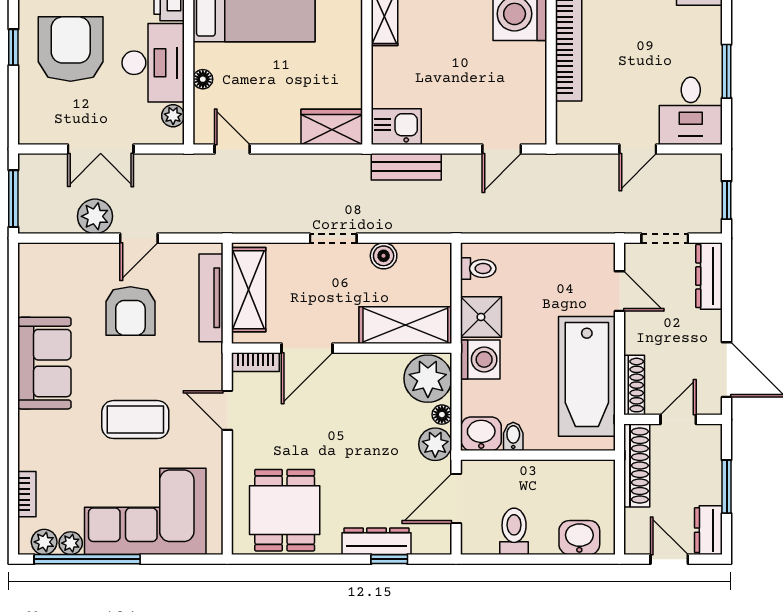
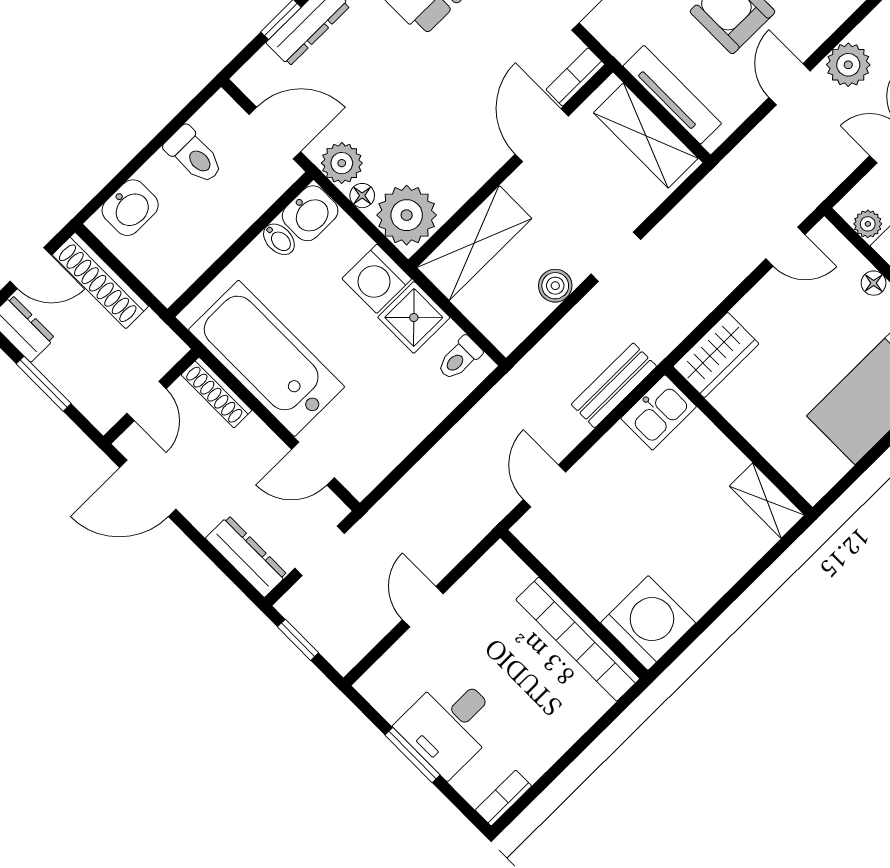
desk: (691, 111) -> (450, 724), moved, turned -90
shoe rack: (637, 465) -> (100, 280), moved
door: (456, 499) -> (275, 133), hinge flipped

